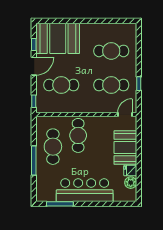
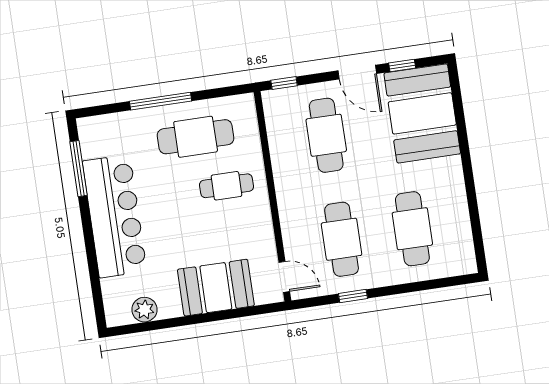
cafe table: (78, 135) -> (226, 186), width x0.73, depth x0.74
fridge: (130, 171) -> (169, 305), removed

